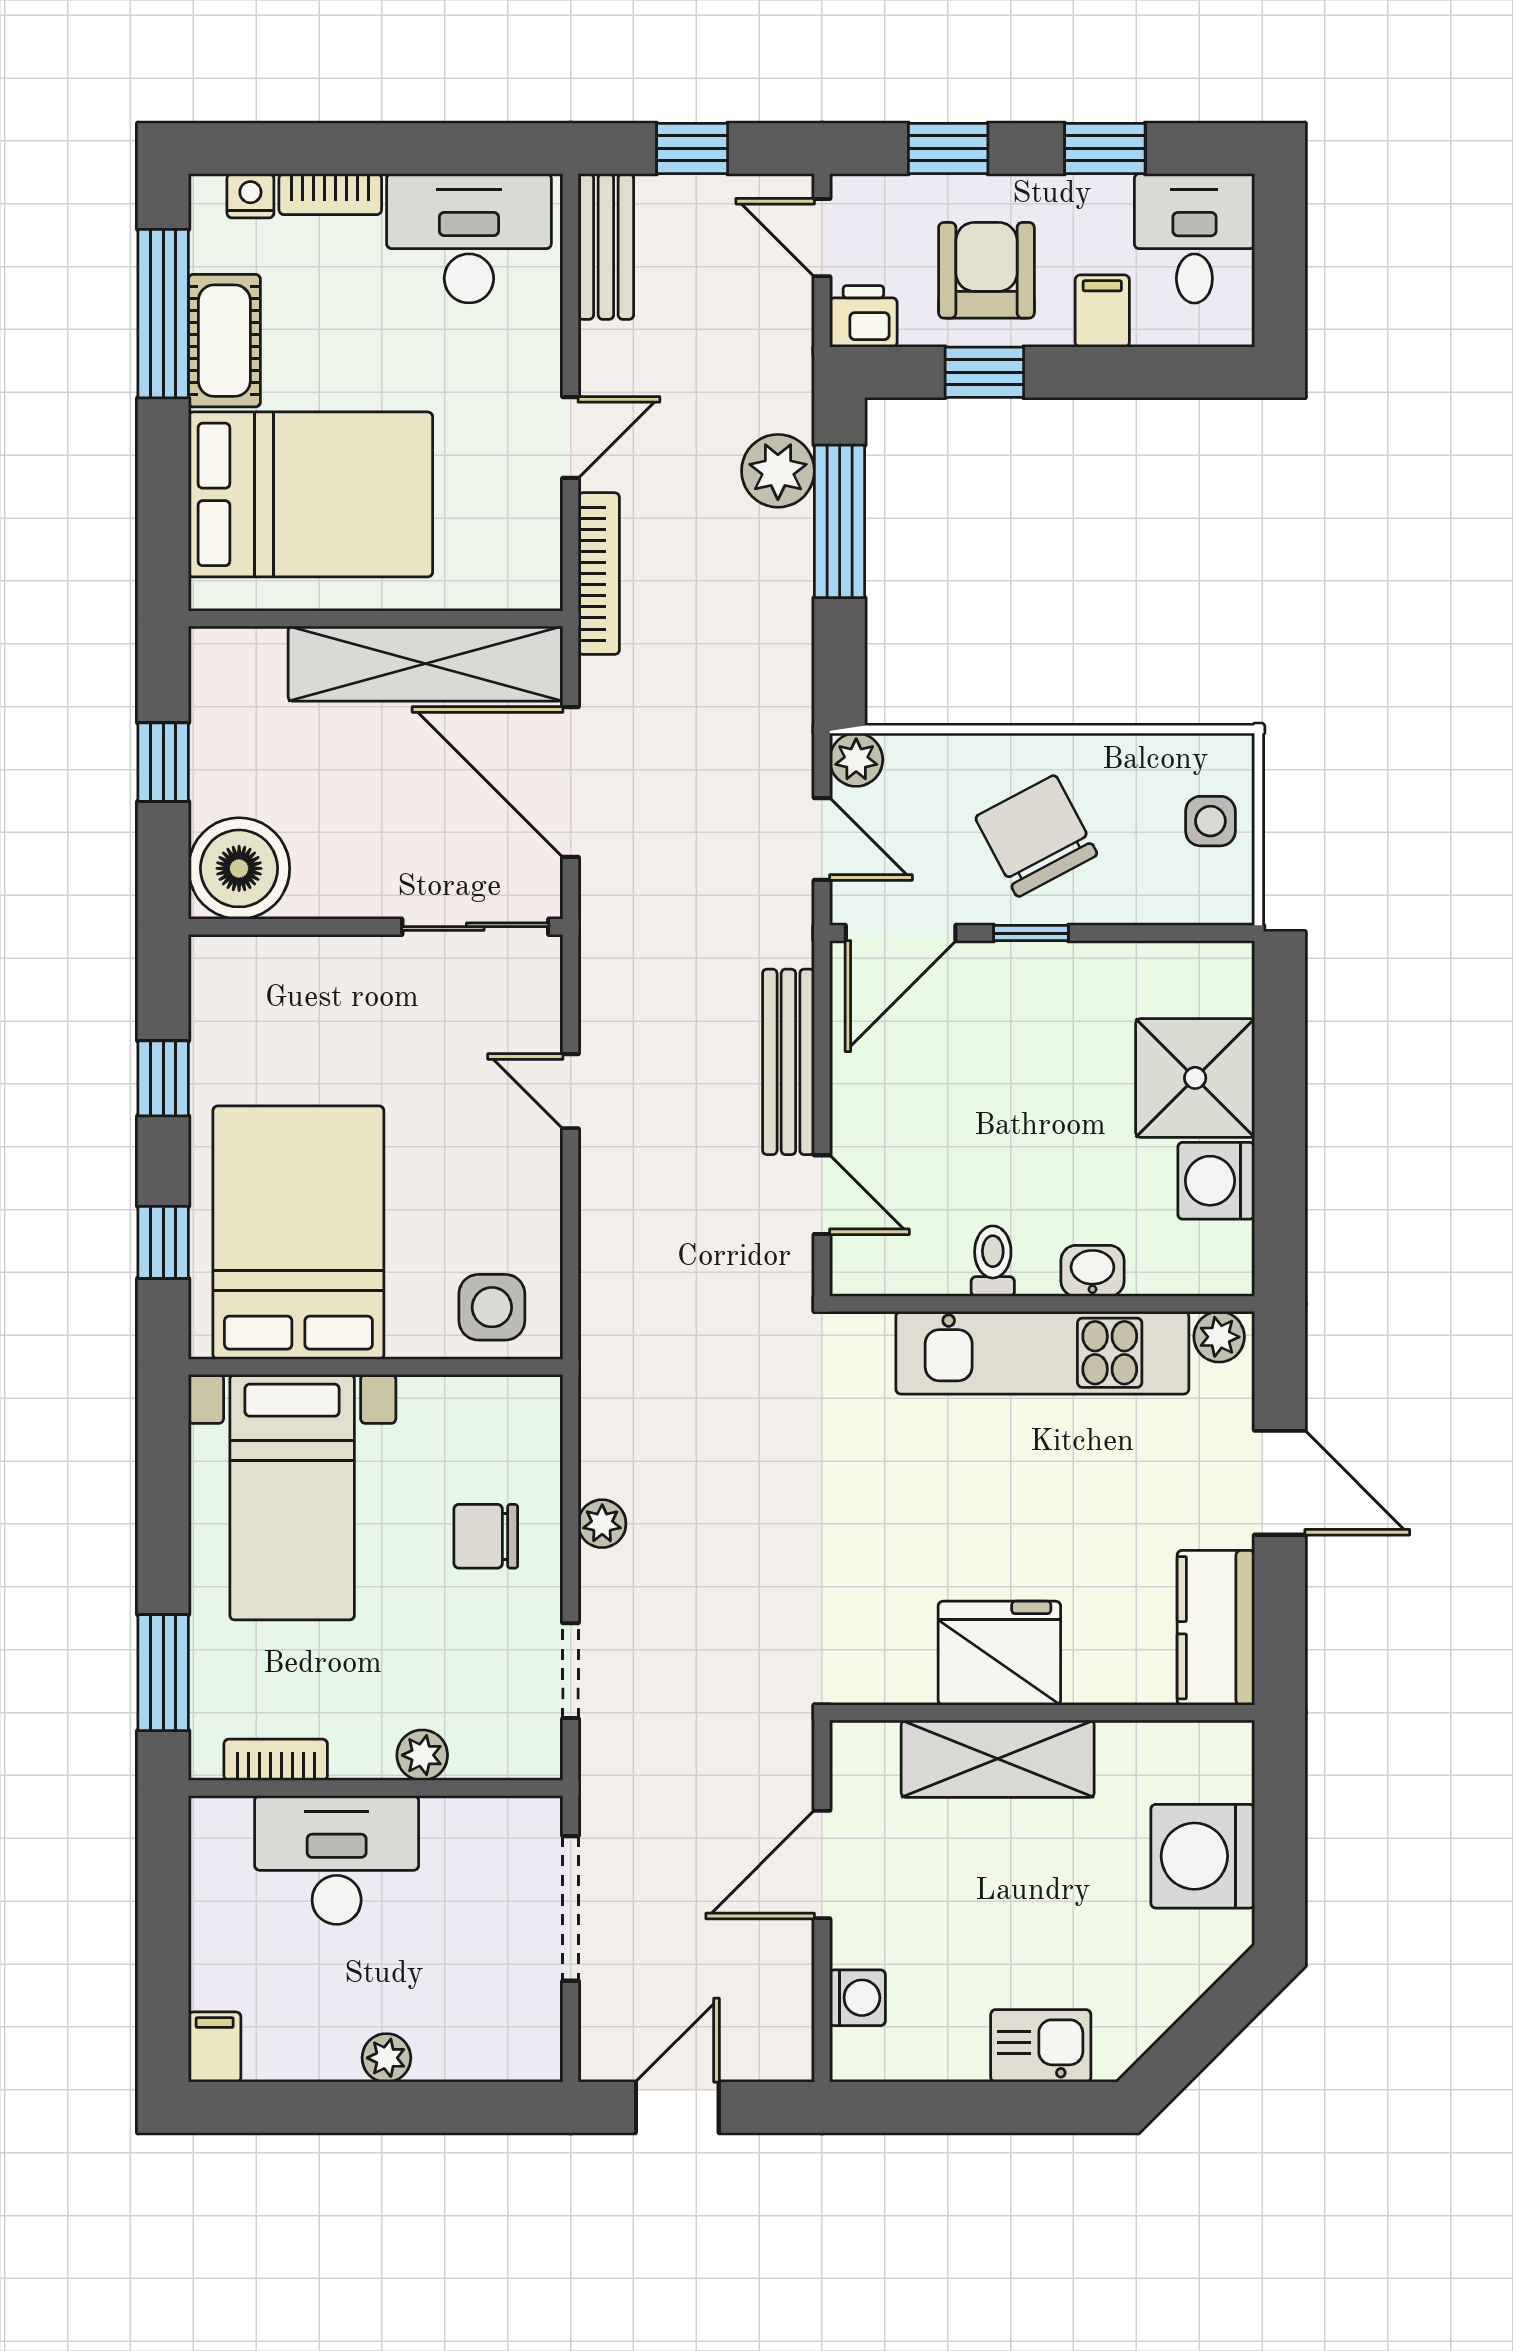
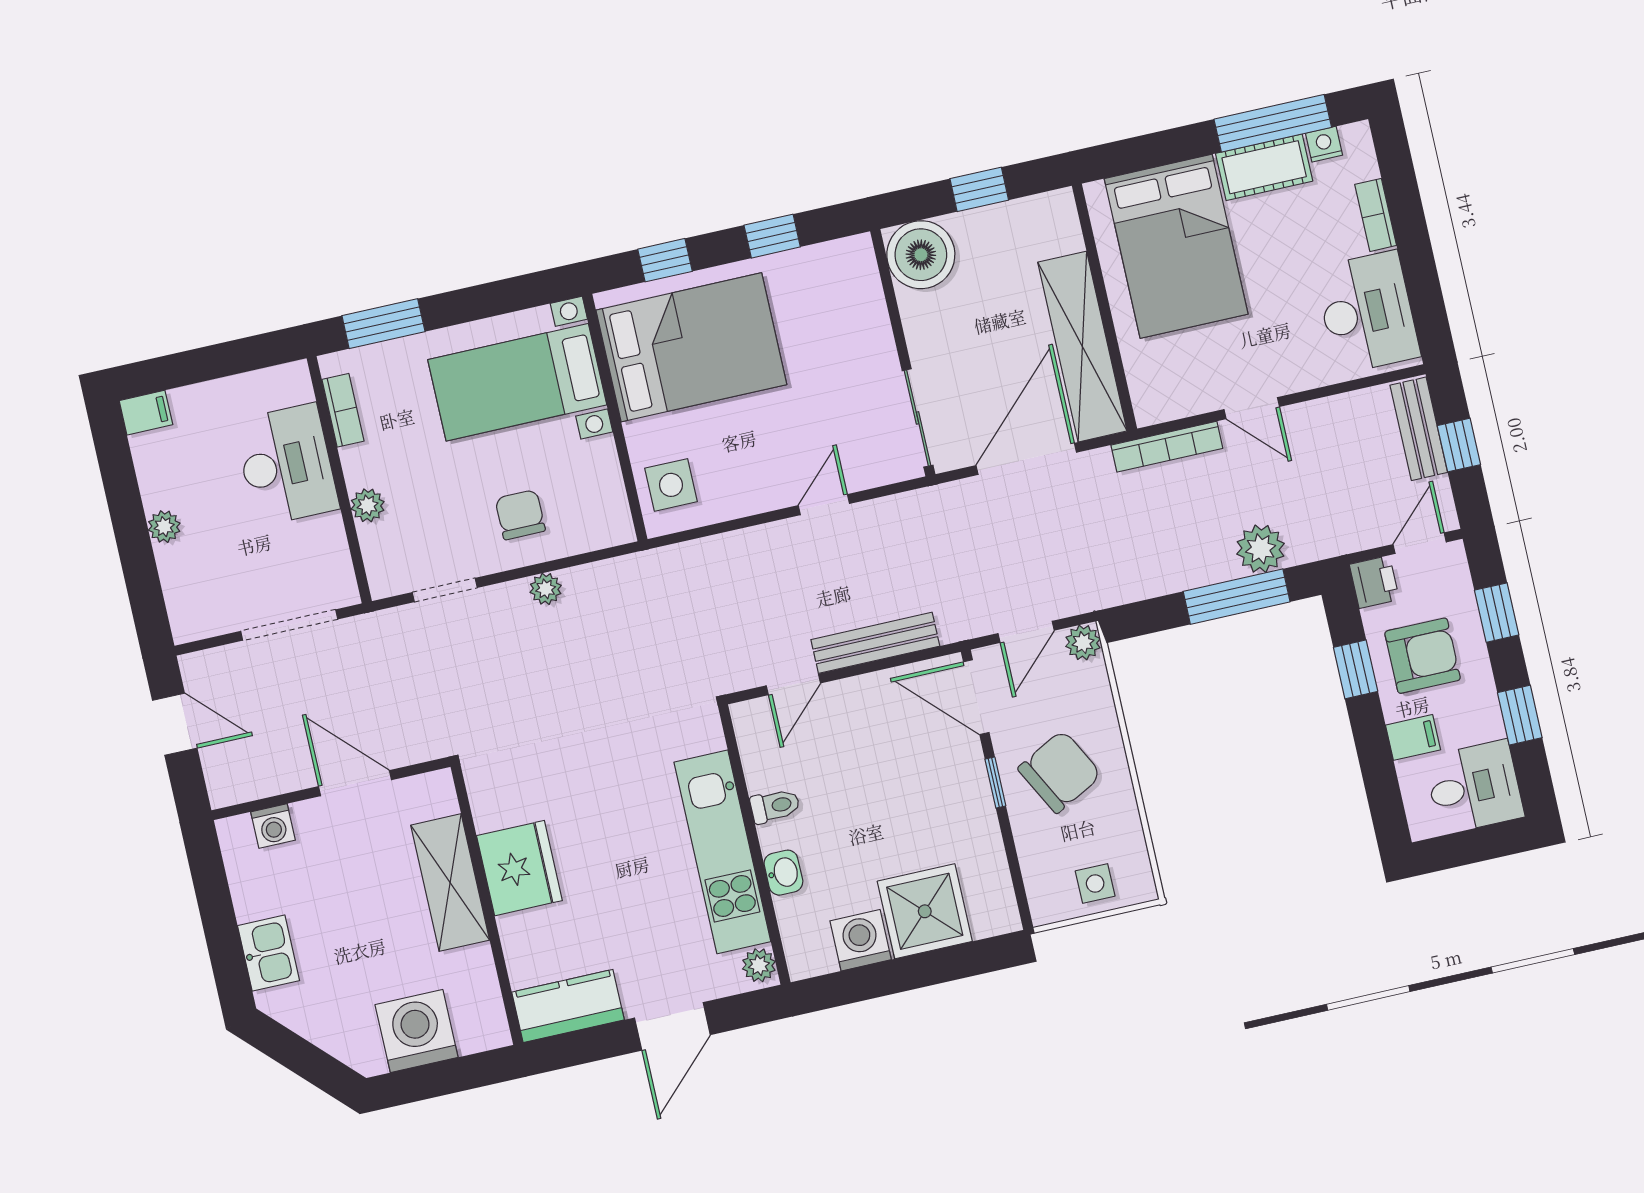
nightstand: (250, 196) -> (1324, 144), moved, turned -90
bench: (606, 246) -> (1419, 429), moved, turned 90

